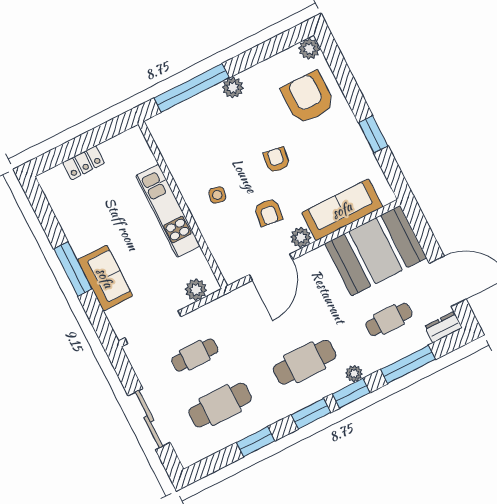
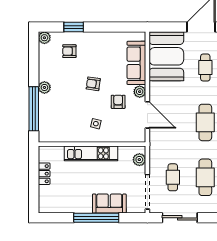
armchair: (308, 98) -> (69, 51), width x0.53, depth x0.53
window: (373, 134) -> (74, 27), moved
locker: (84, 163) -> (44, 174), moved
armchair: (268, 212) -> (118, 102), turned -97
window: (73, 269) -> (96, 218), width x1.46
sliding door: (149, 419) -> (180, 218), moved

